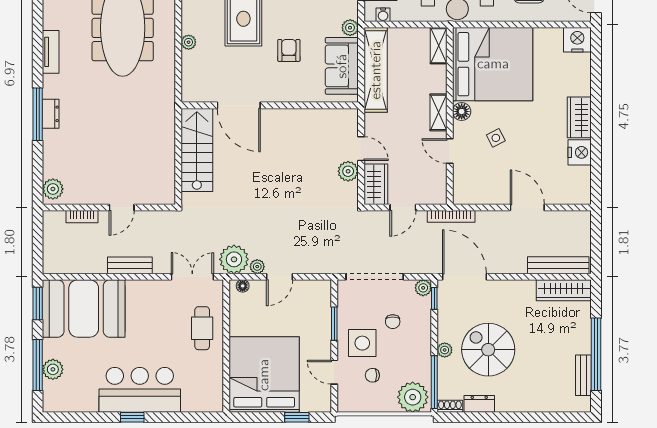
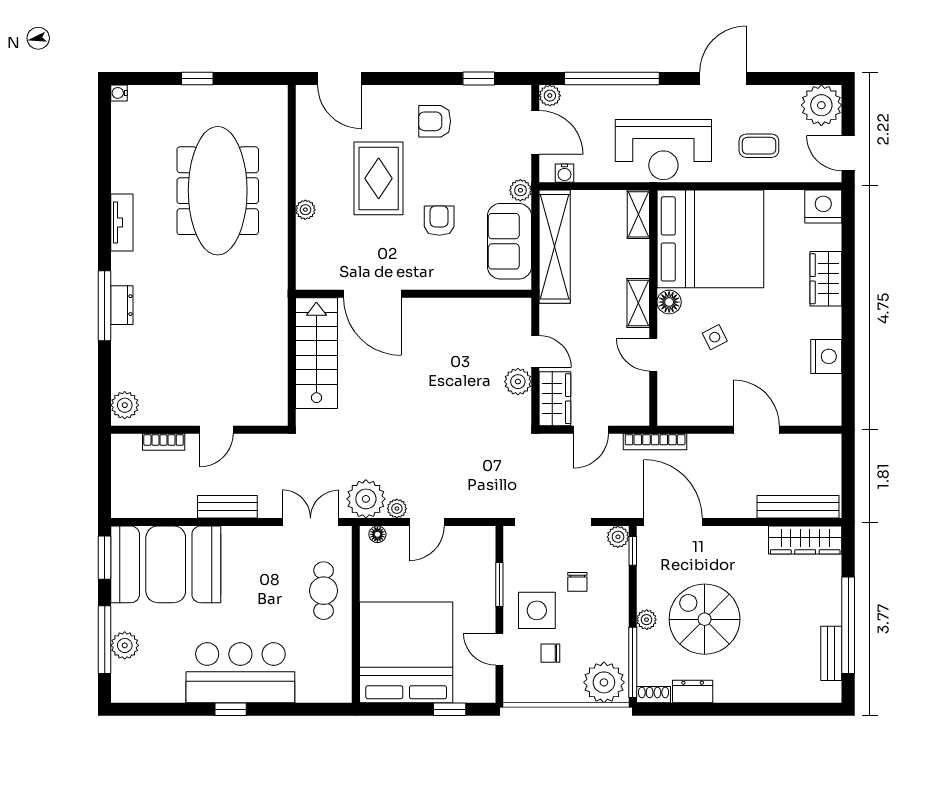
wardrobe: (579, 117) -> (826, 279), moved

